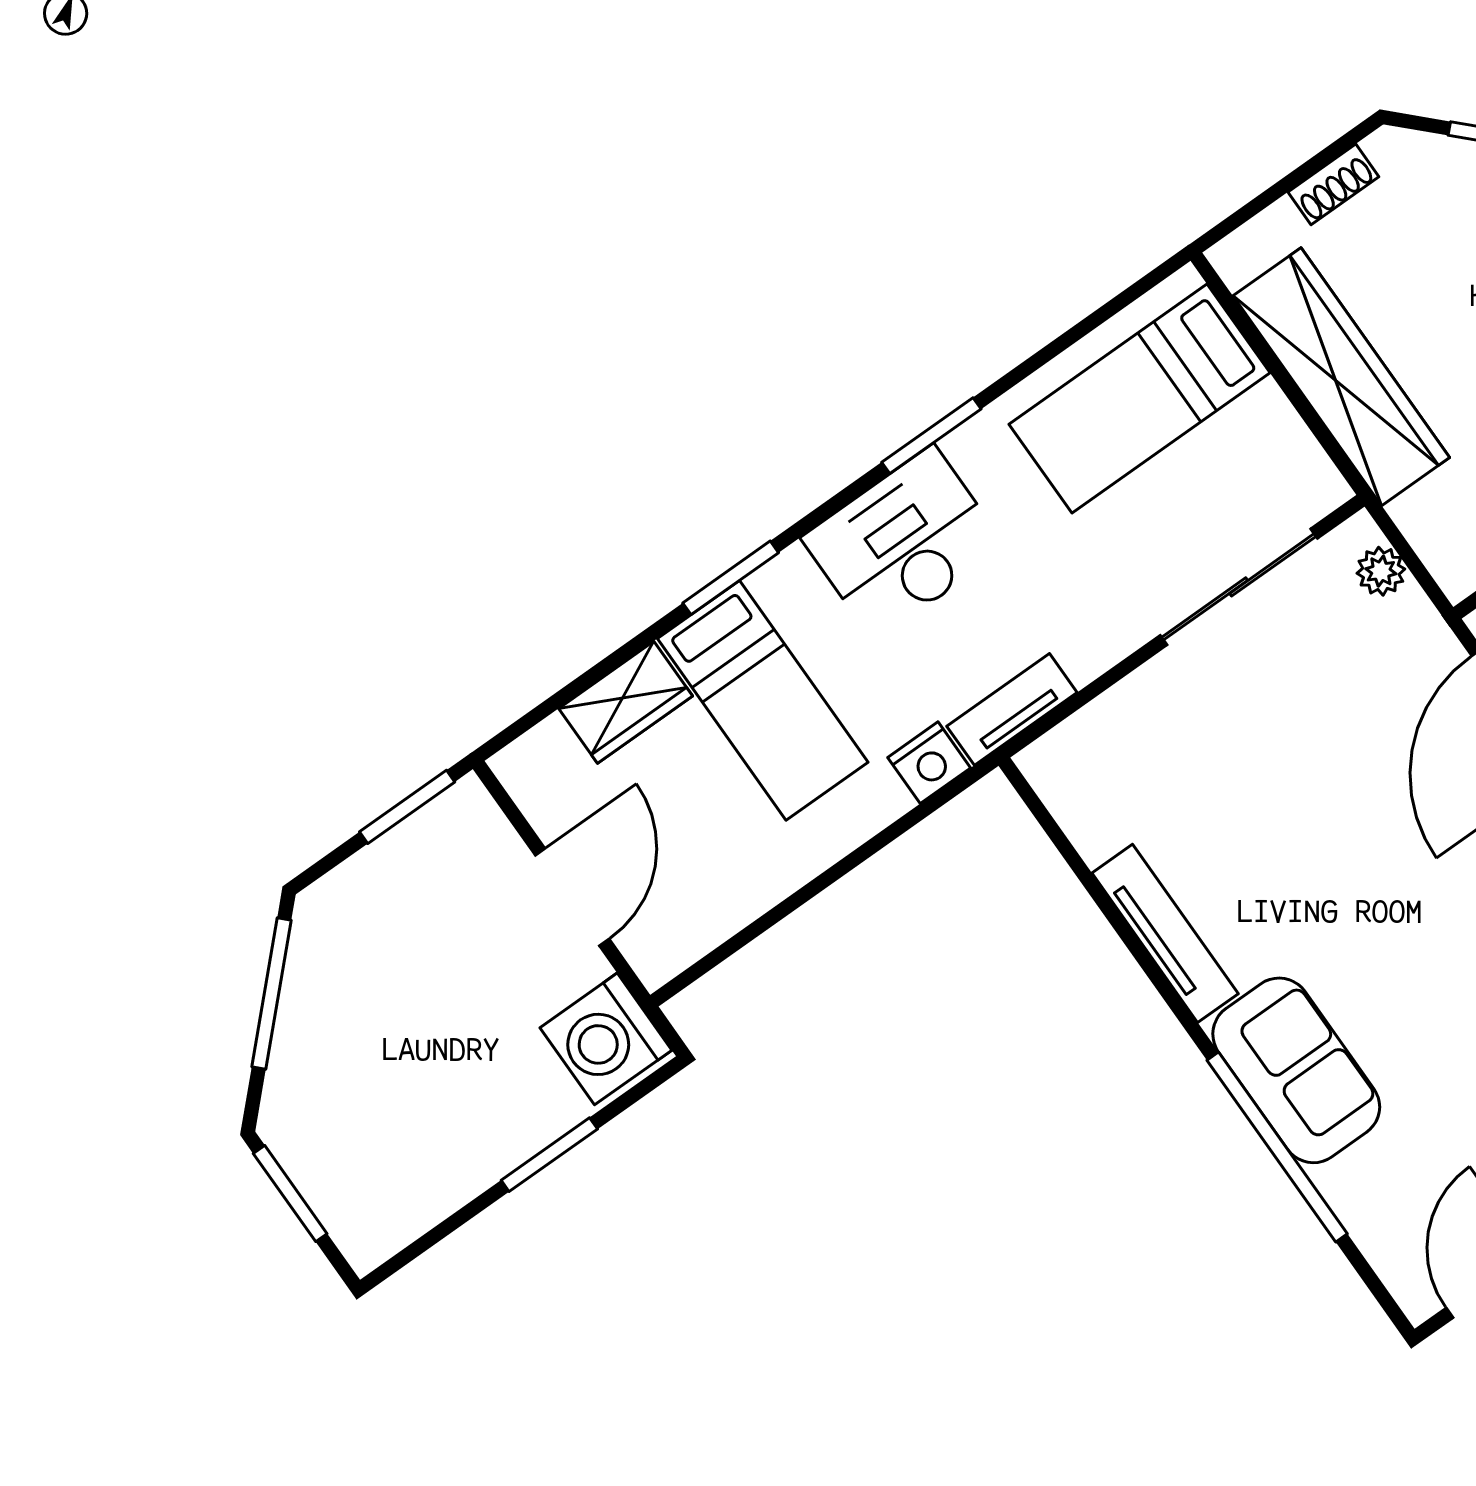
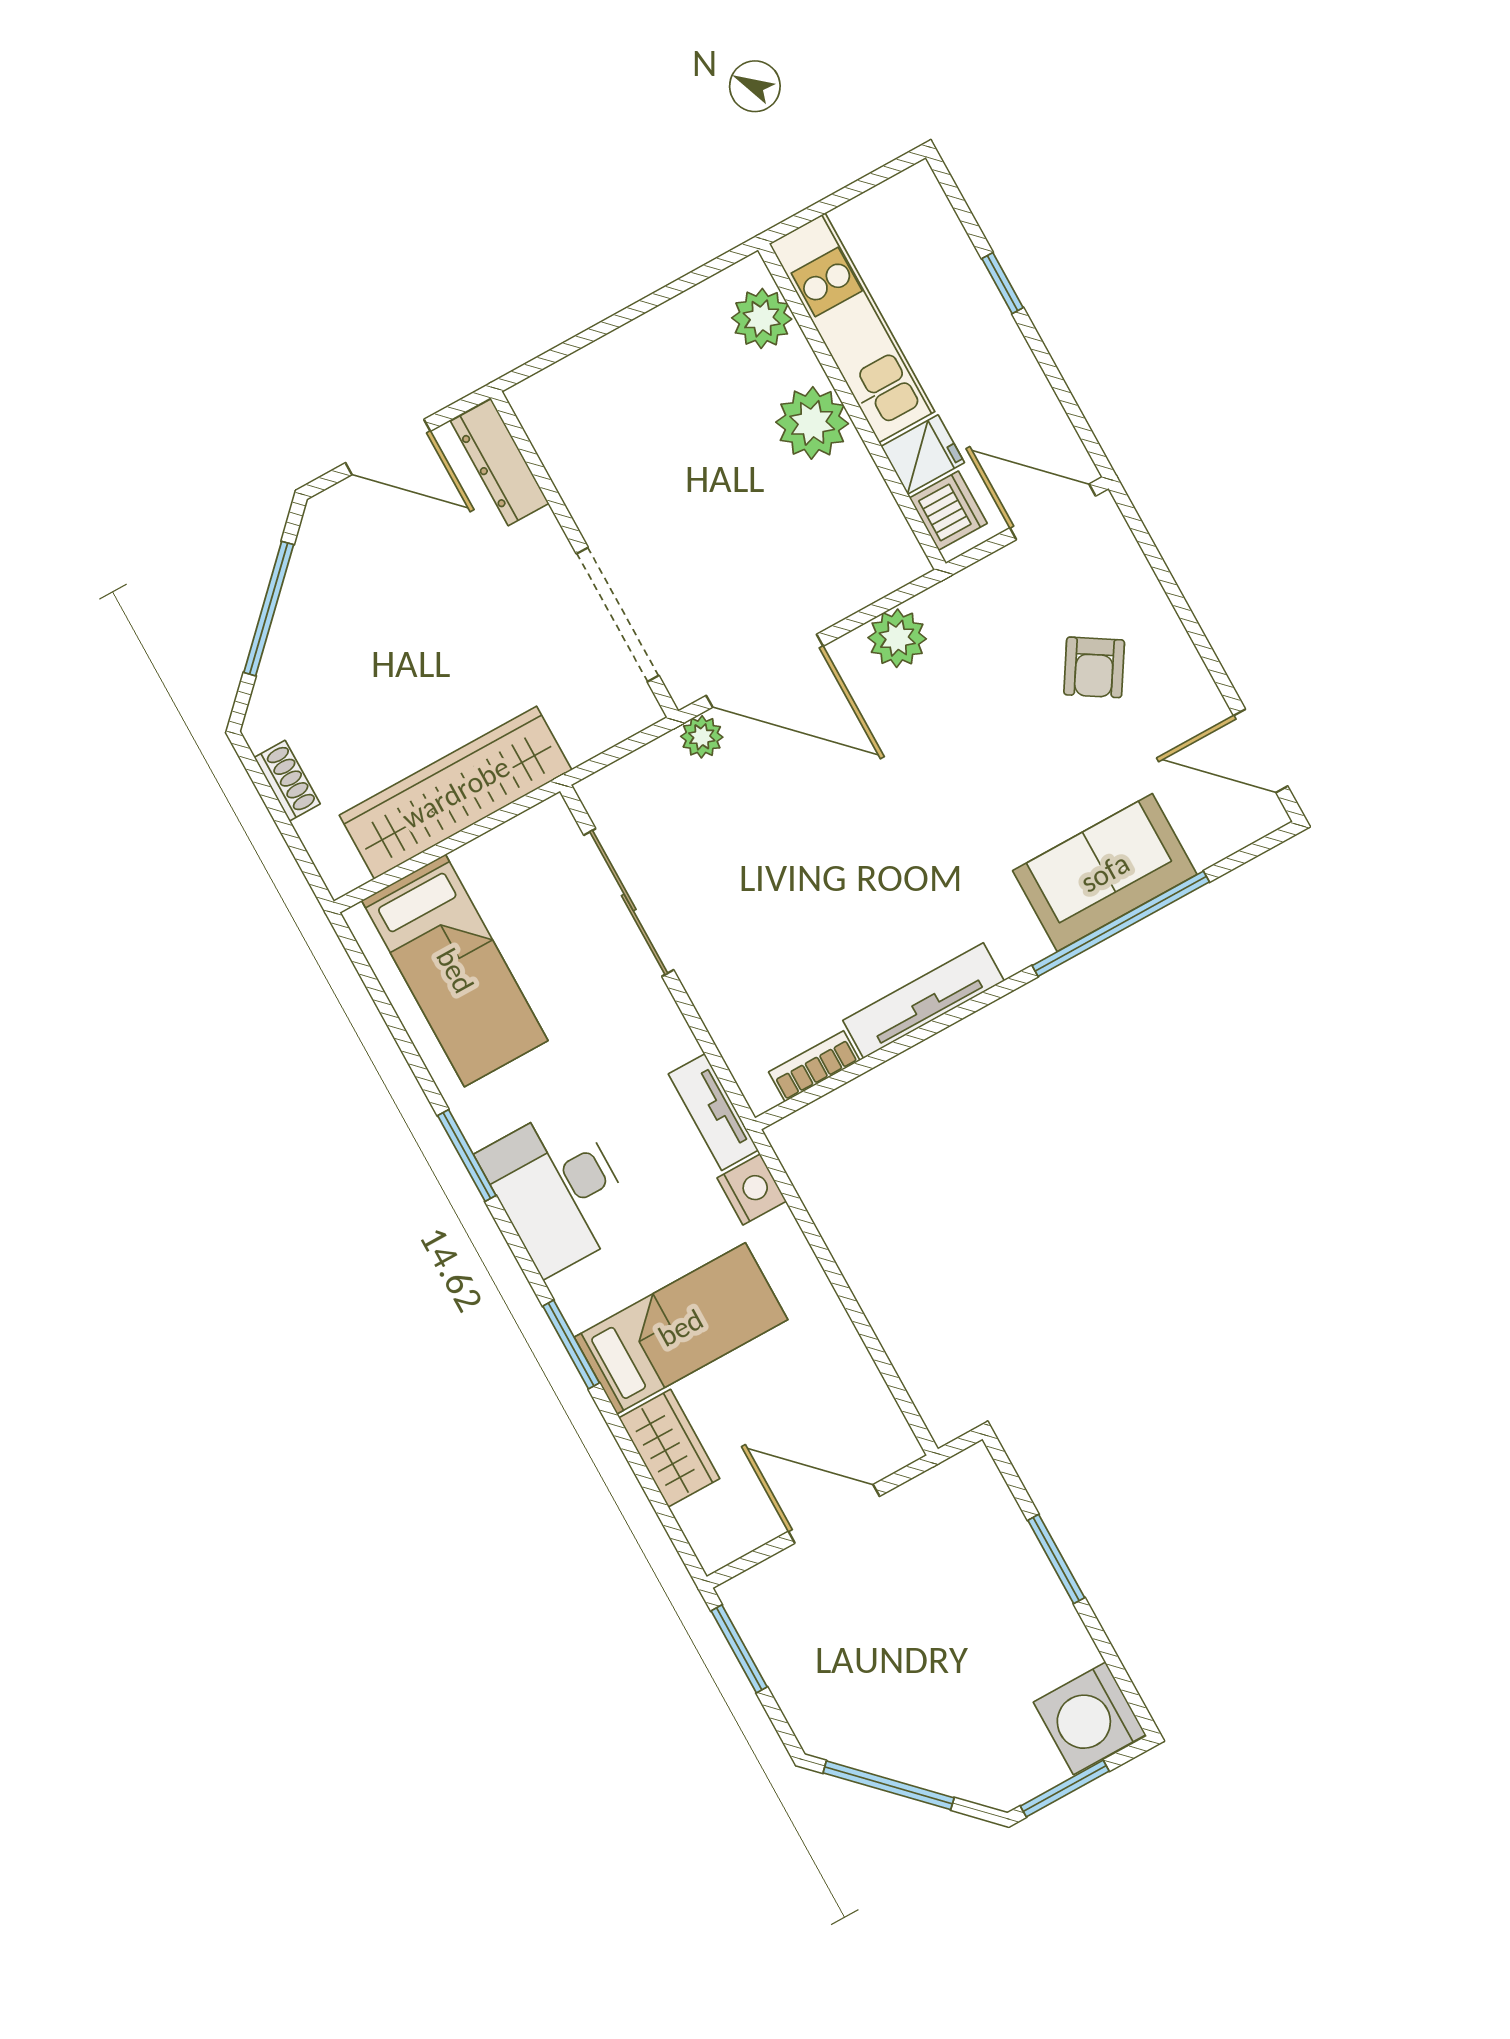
plant: (1381, 571) -> (702, 737), moved
bookcase: (1077, 818) -> (814, 1066), added
washing machine: (606, 1039) -> (1090, 1718), moved, turned 90
sofa: (1296, 1070) -> (1105, 873), moved

